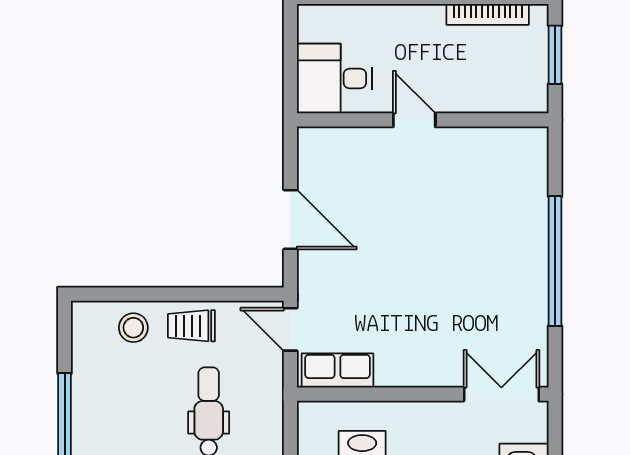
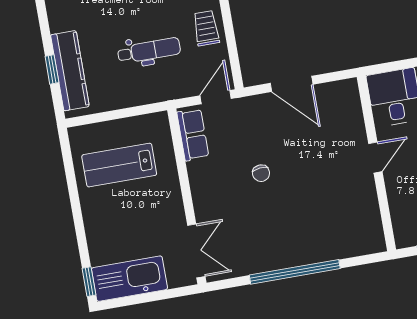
door: (290, 220) -> (292, 84), hinge flipped
chair: (408, 284) -> (261, 173), added

